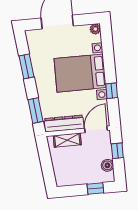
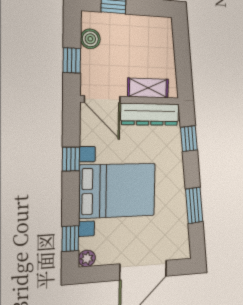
window: (107, 41) -> (70, 239), added
window: (35, 110) -> (189, 139), width x0.67
door: (96, 129) -> (102, 99), hinge flipped

